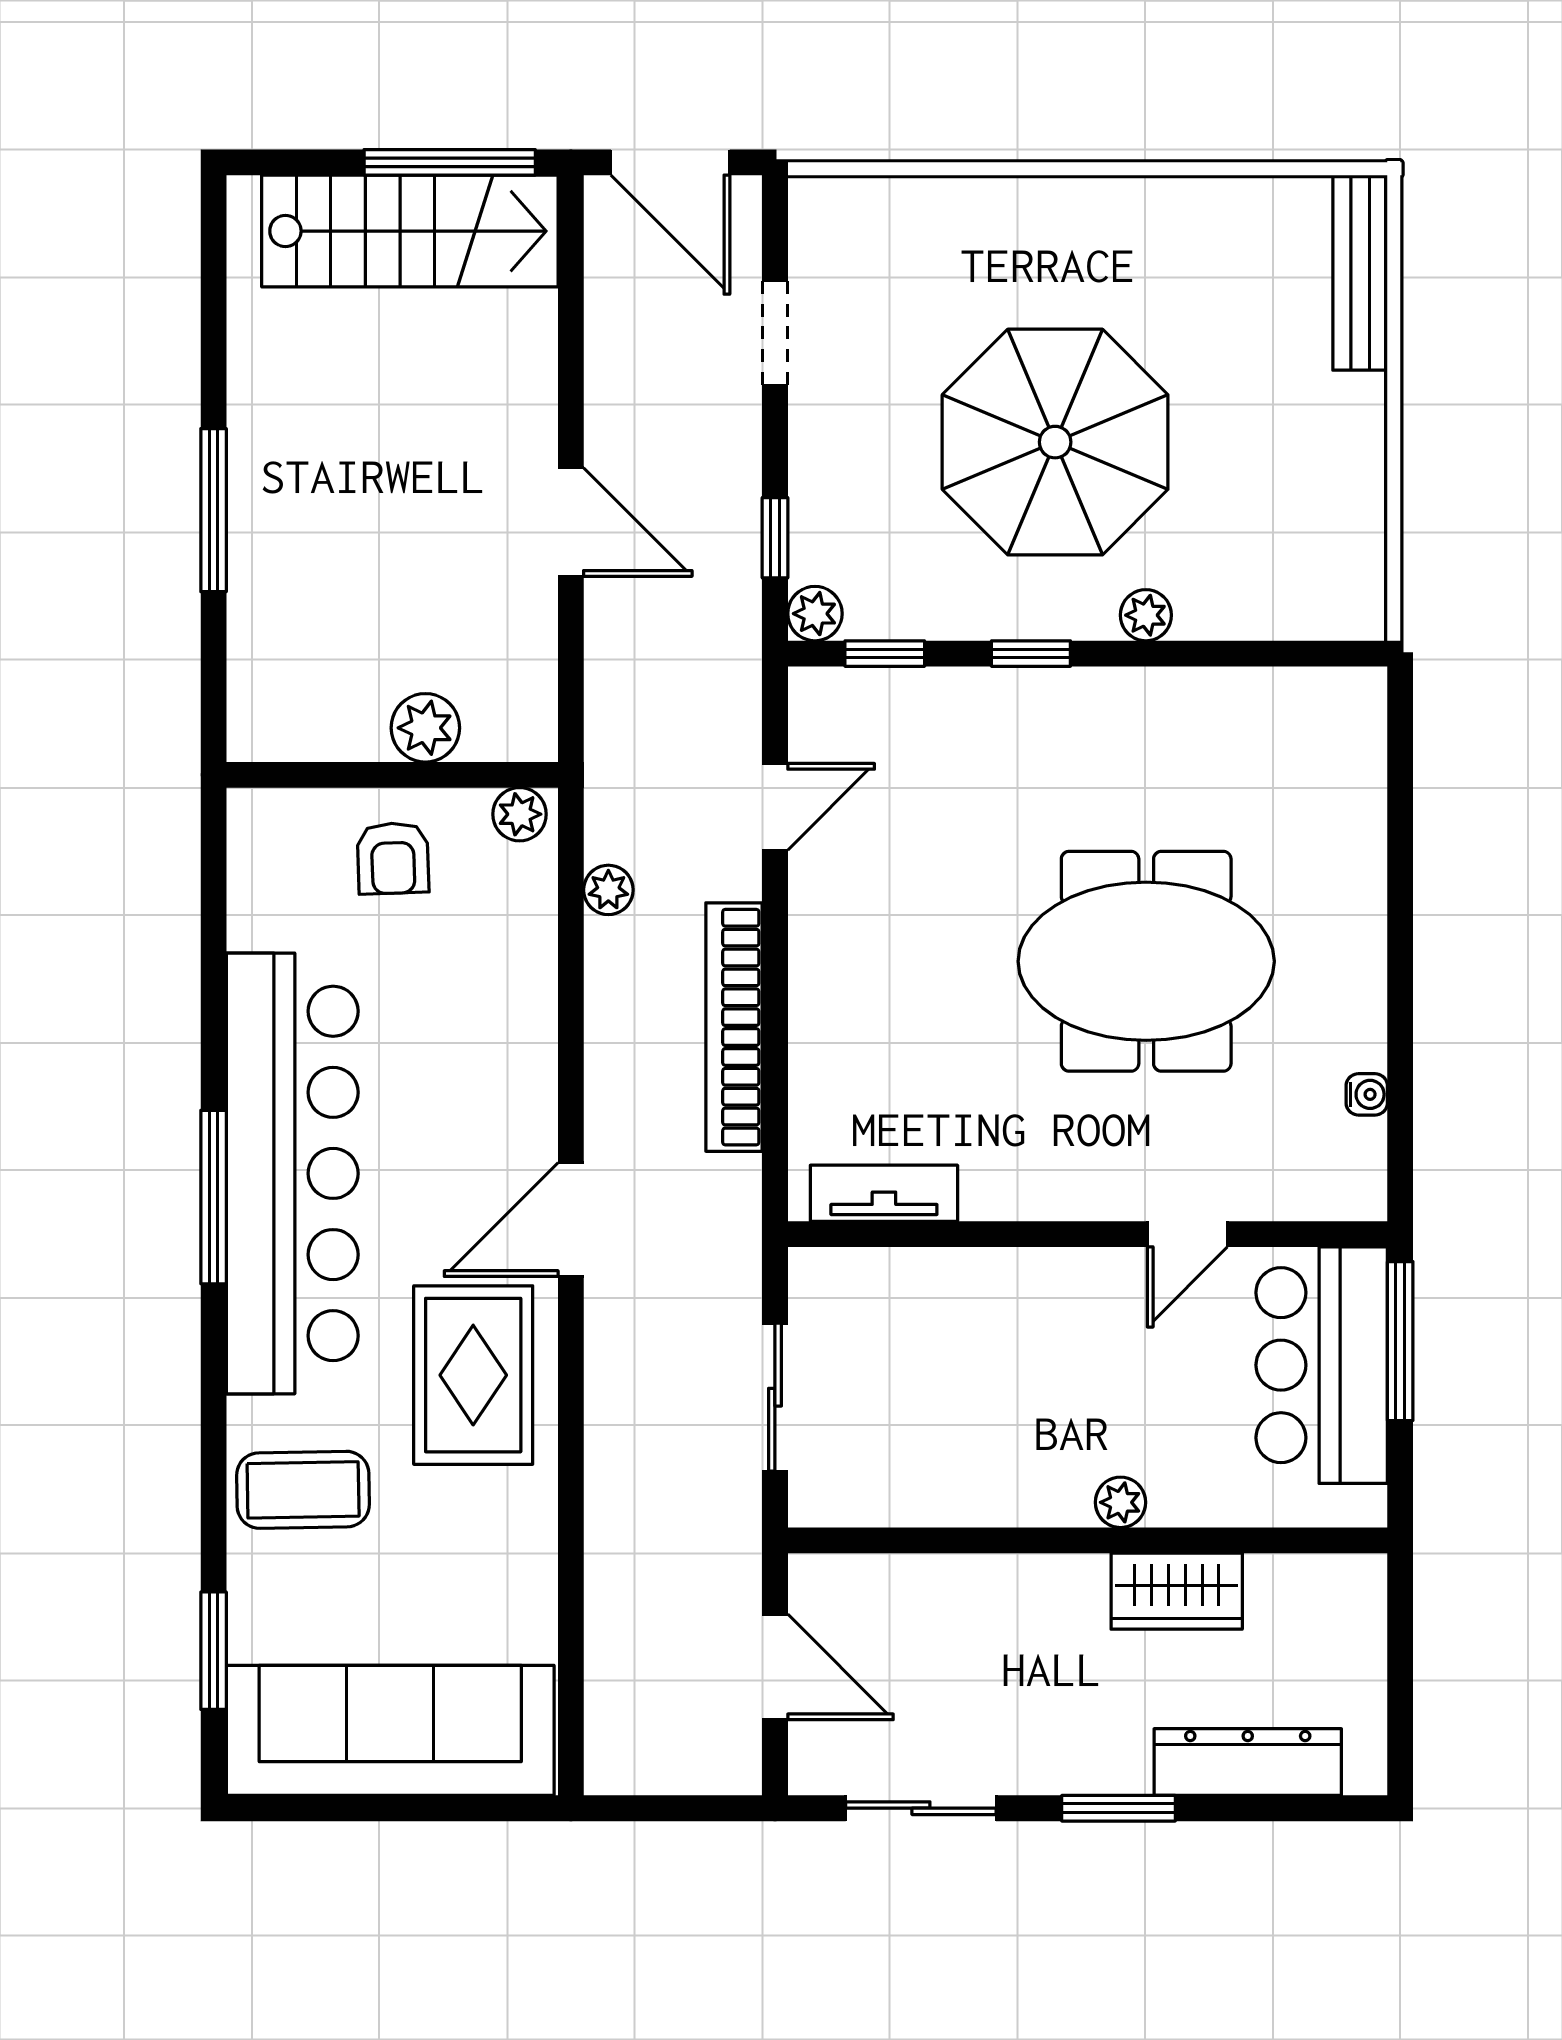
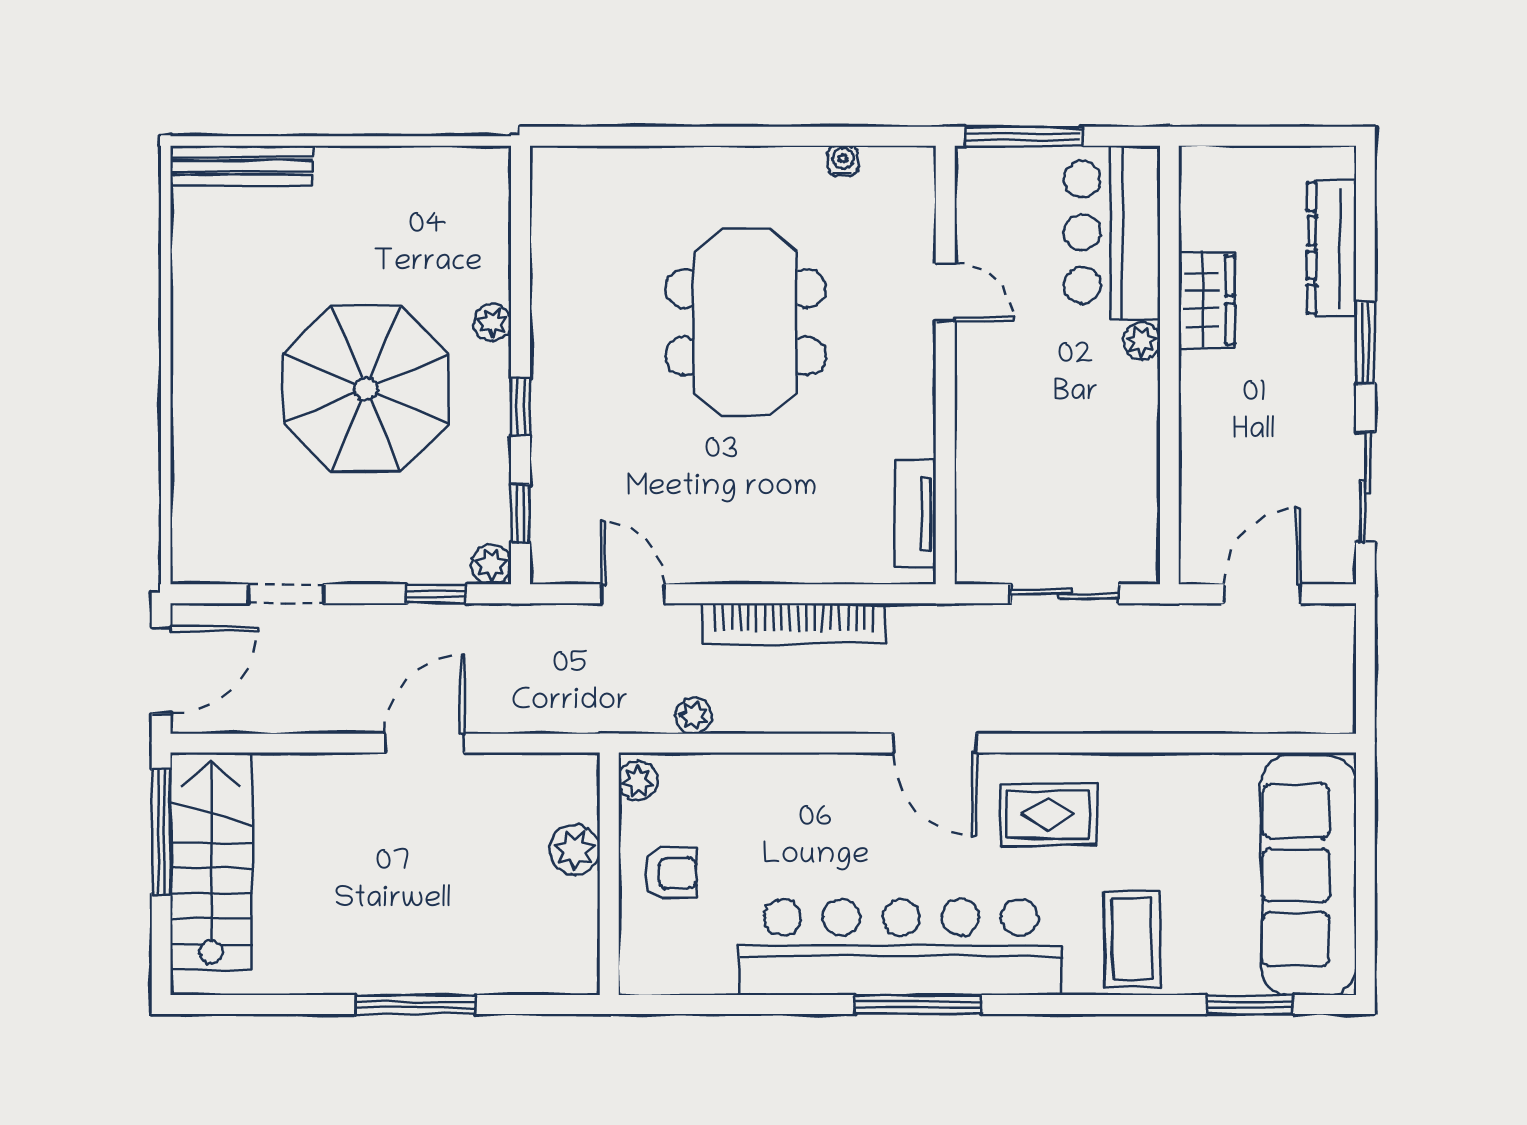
bar counter: (1322, 1365) -> (1112, 232), moved, turned 90
rug: (473, 1375) -> (1048, 815), width x0.73, depth x0.70

